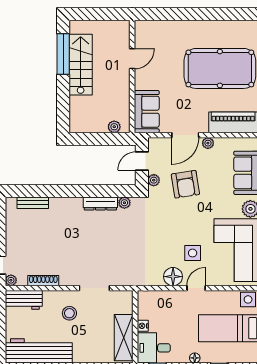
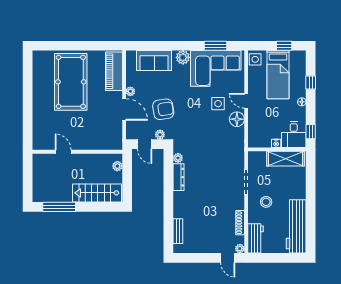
stairs: (81, 65) -> (97, 193), moved
sofa: (147, 112) -> (105, 140), removed

